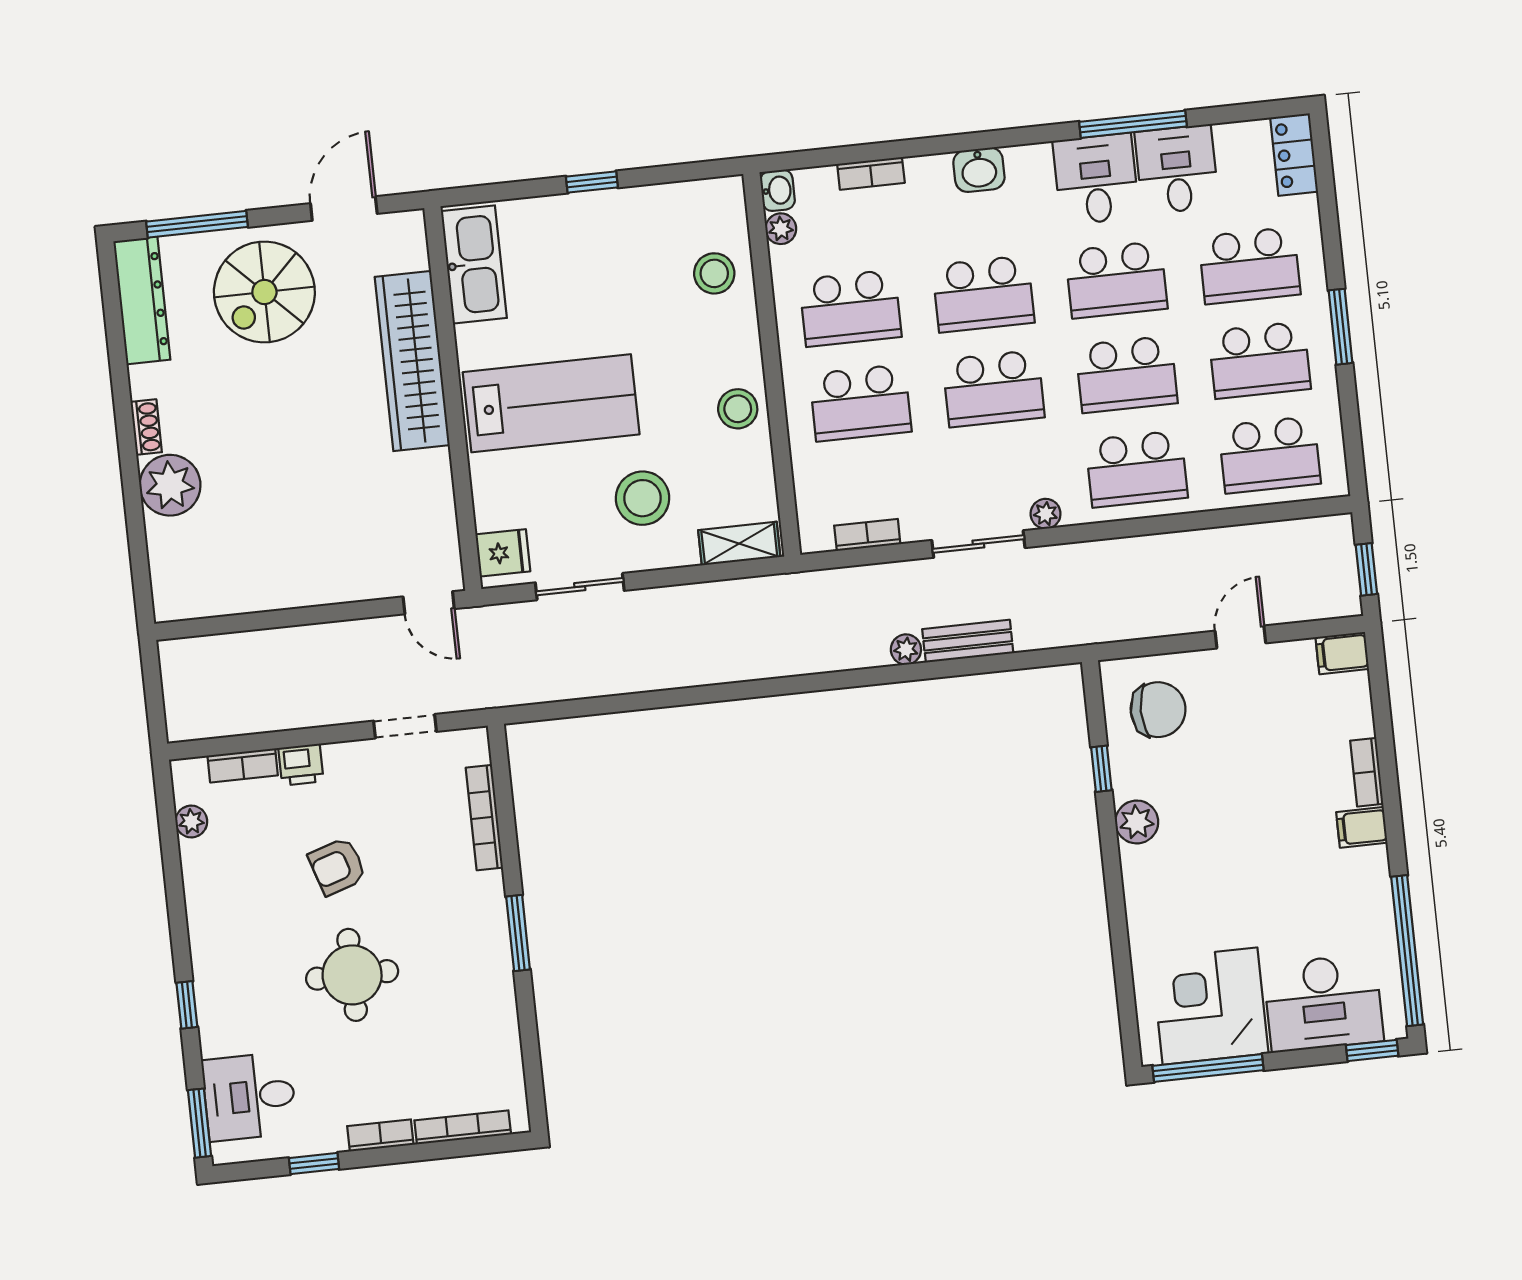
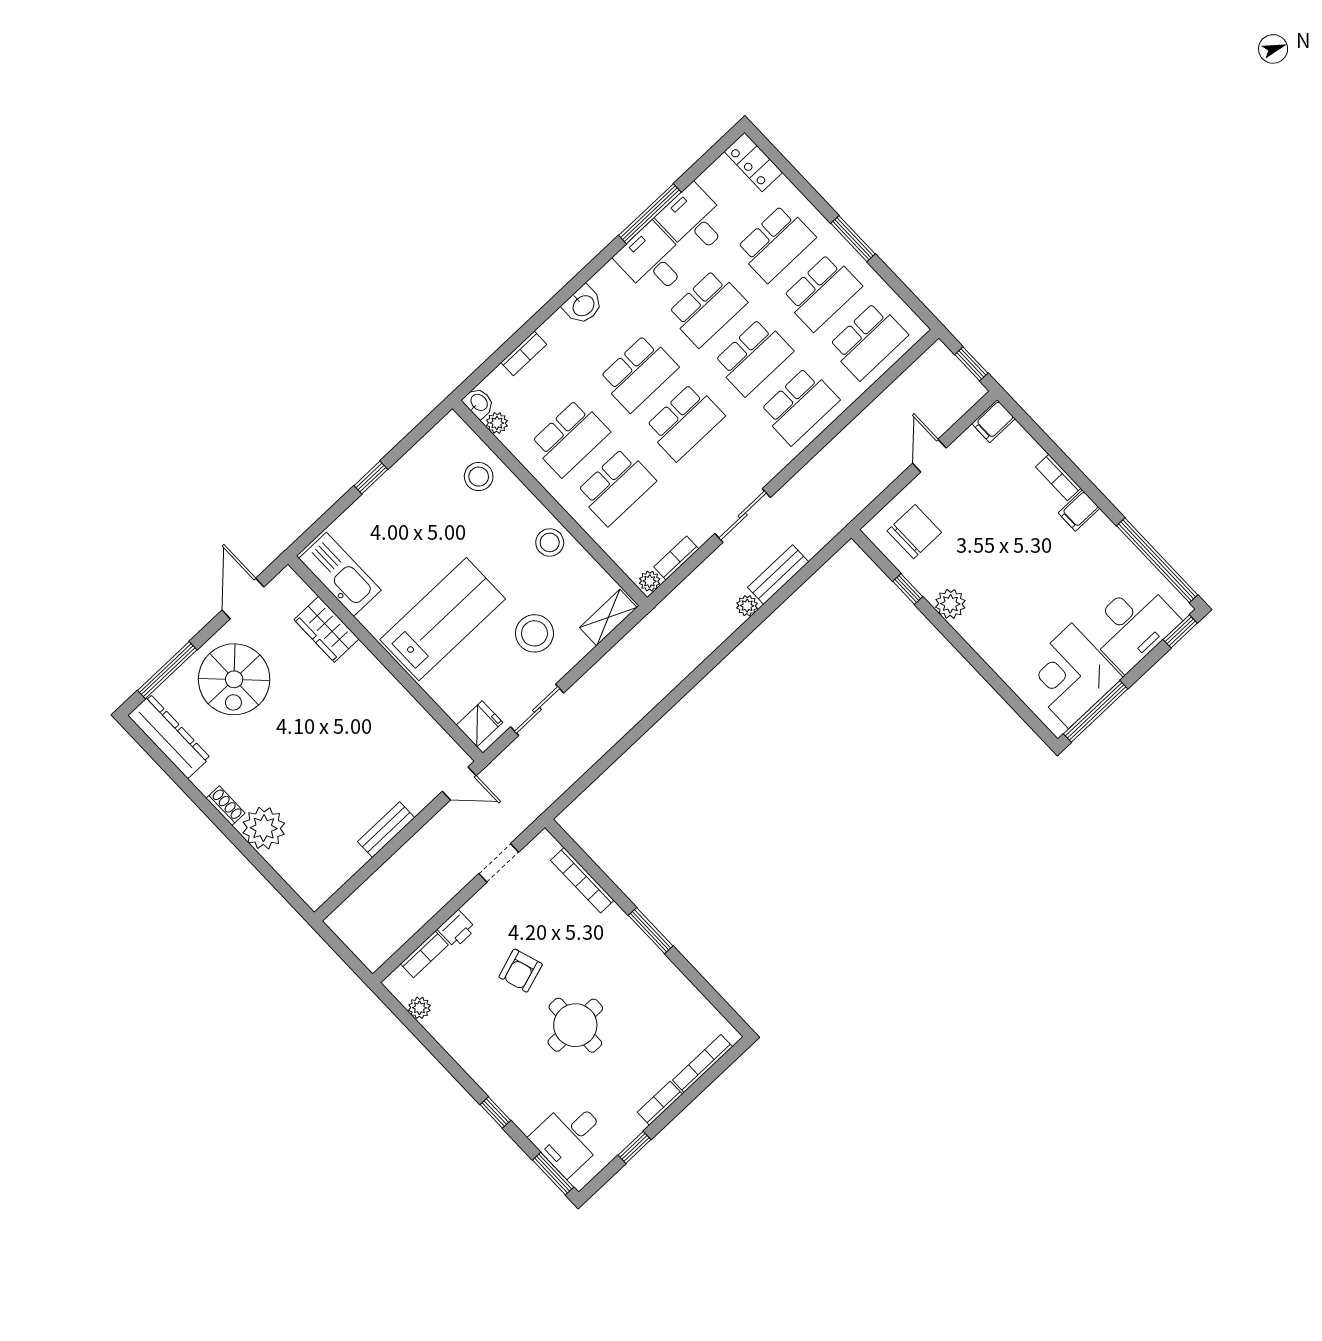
wardrobe: (412, 361) -> (326, 629), width x0.48, depth x0.85
plant: (1046, 514) -> (650, 581), moved
bench: (307, 592) -> (386, 830), added

